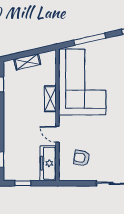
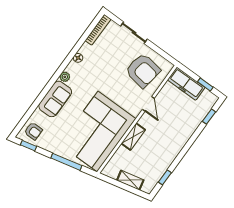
armchair: (82, 158) -> (143, 70), width x1.88, depth x1.88
freezer: (48, 163) -> (186, 84), moved, turned 90

